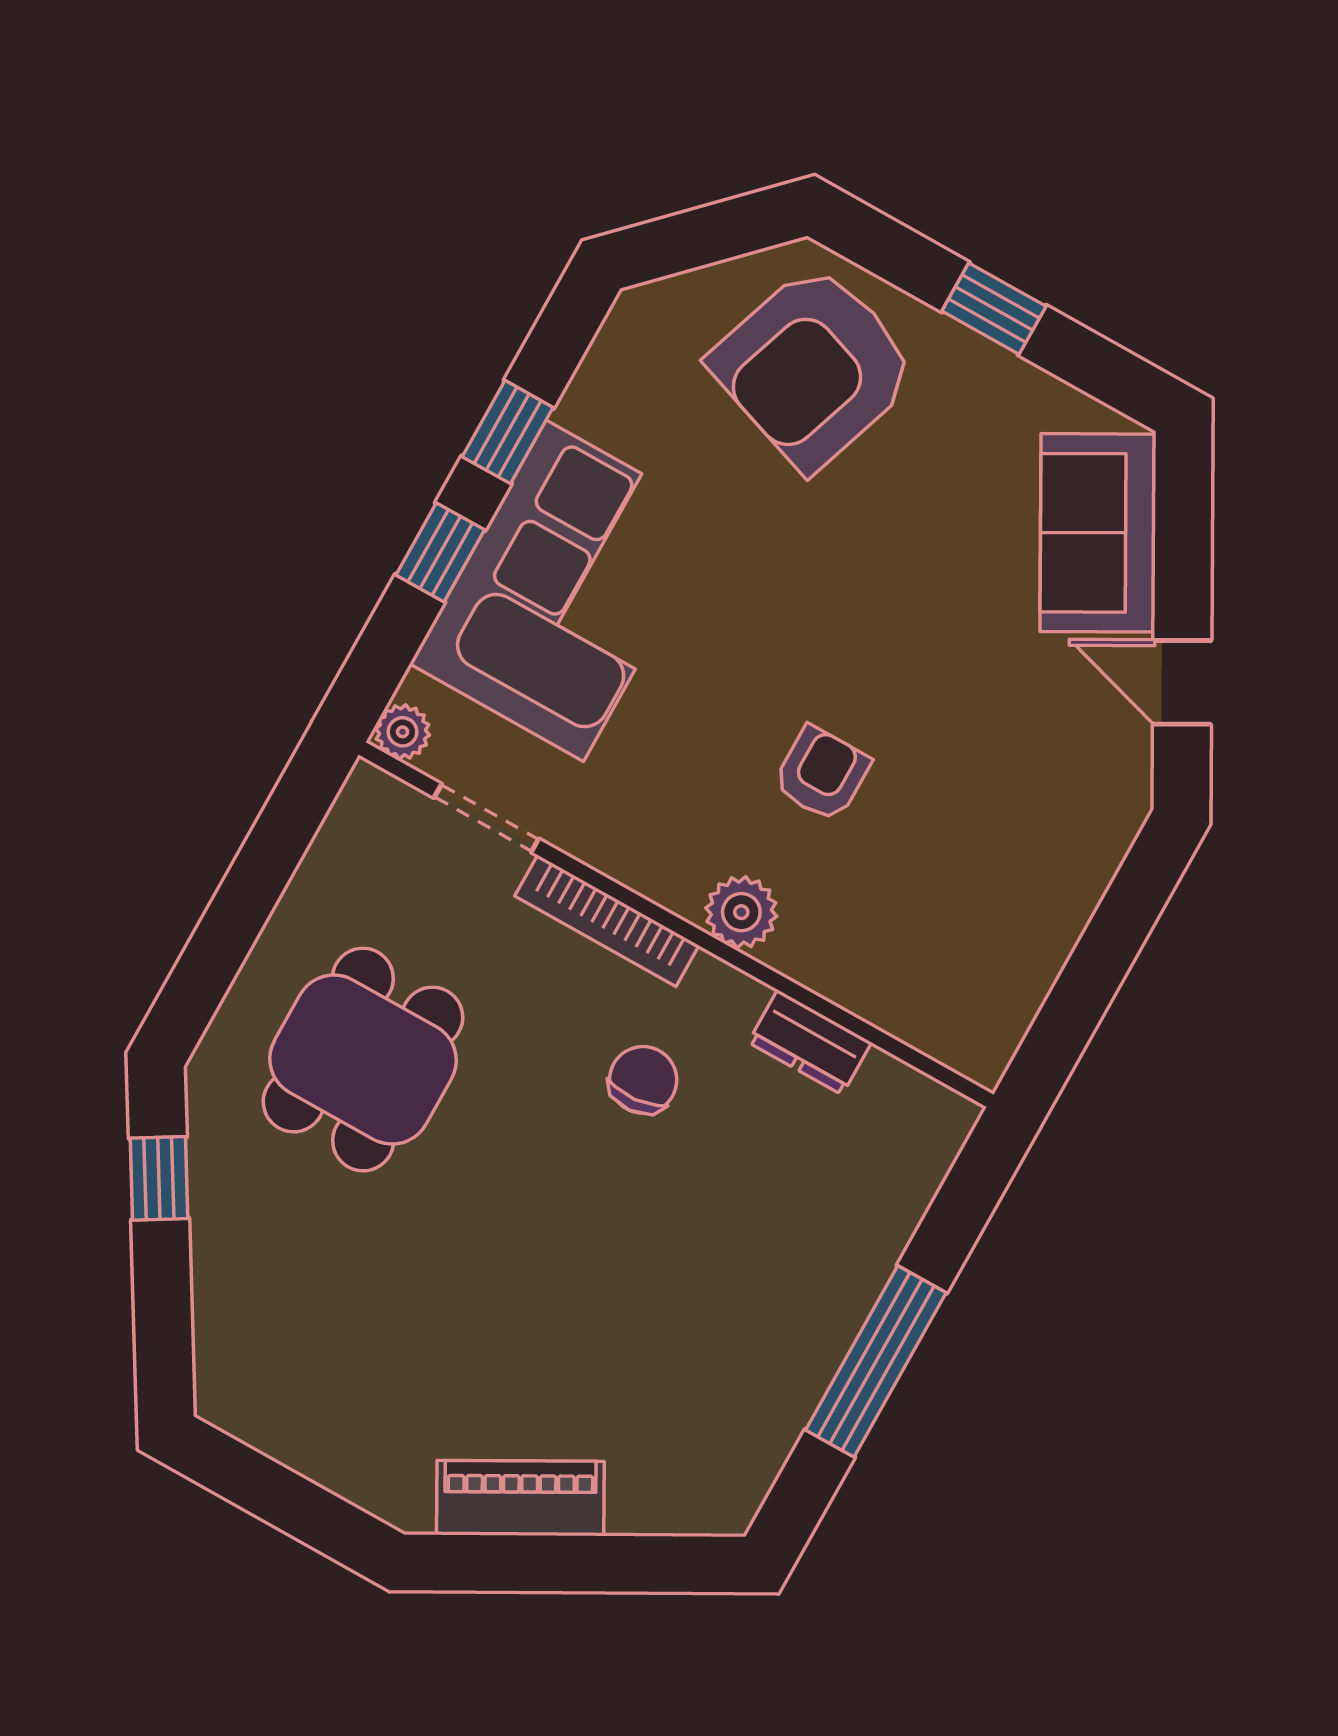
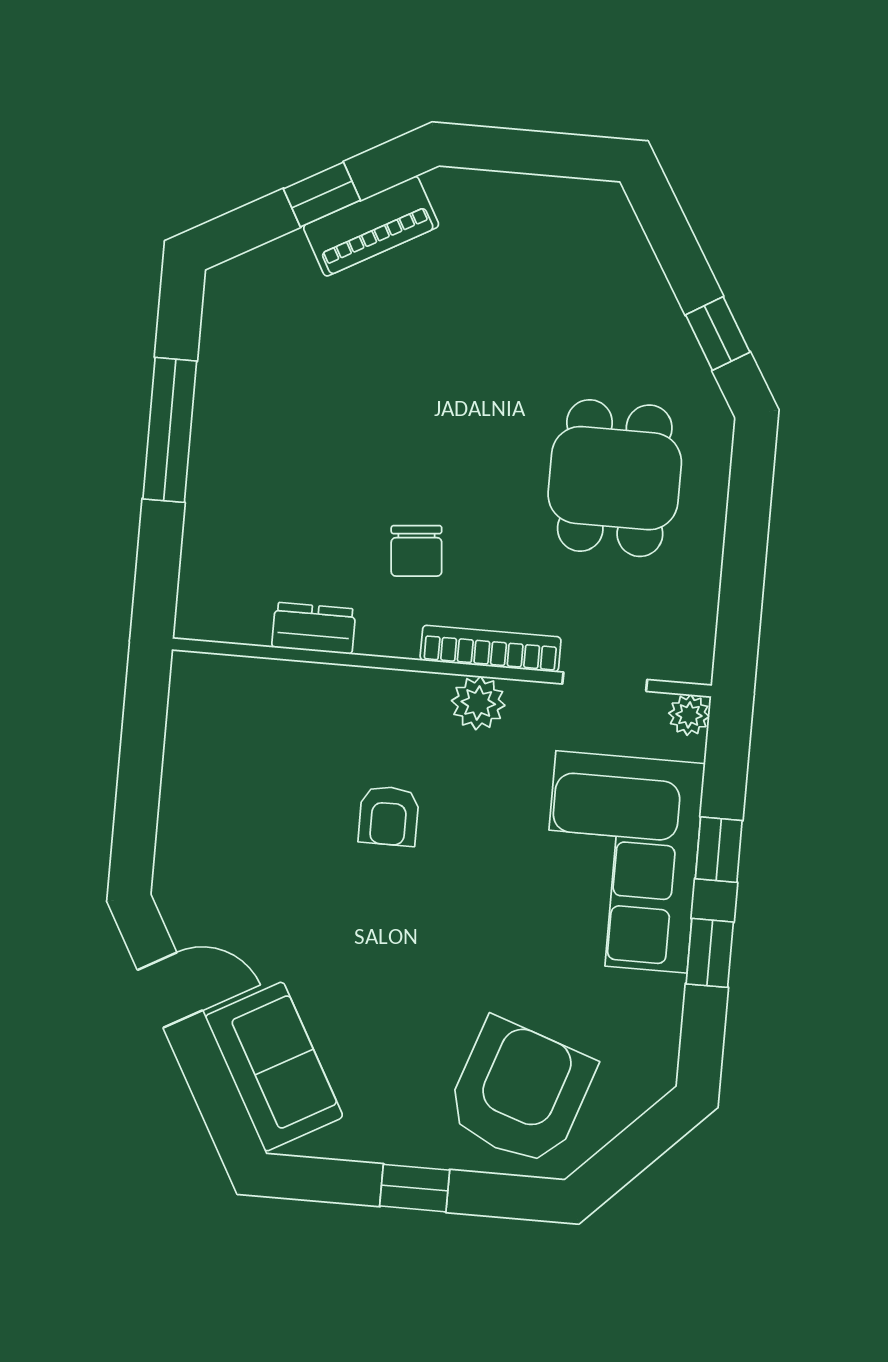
plant: (741, 912) -> (478, 703), moved
window: (563, 1563) -> (322, 195), added

